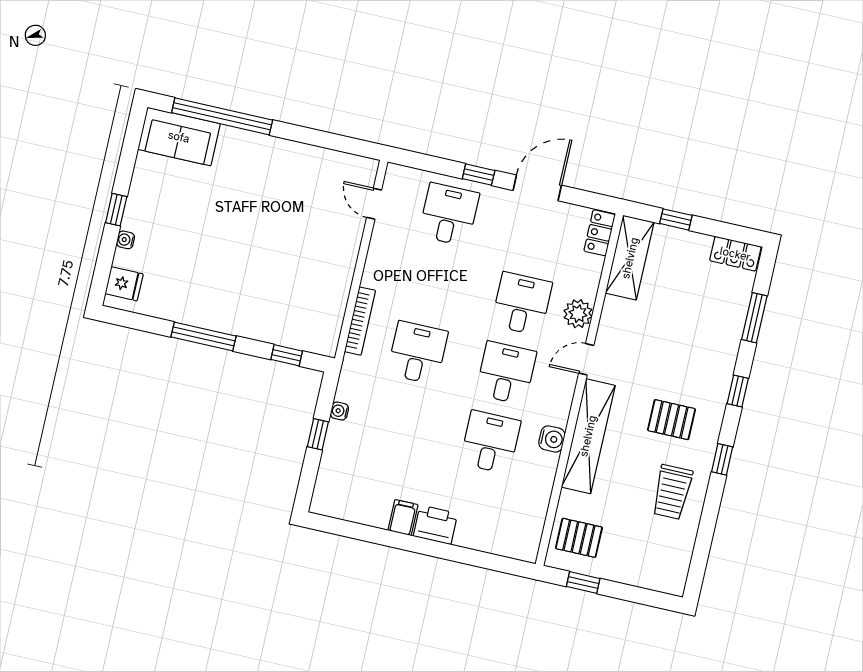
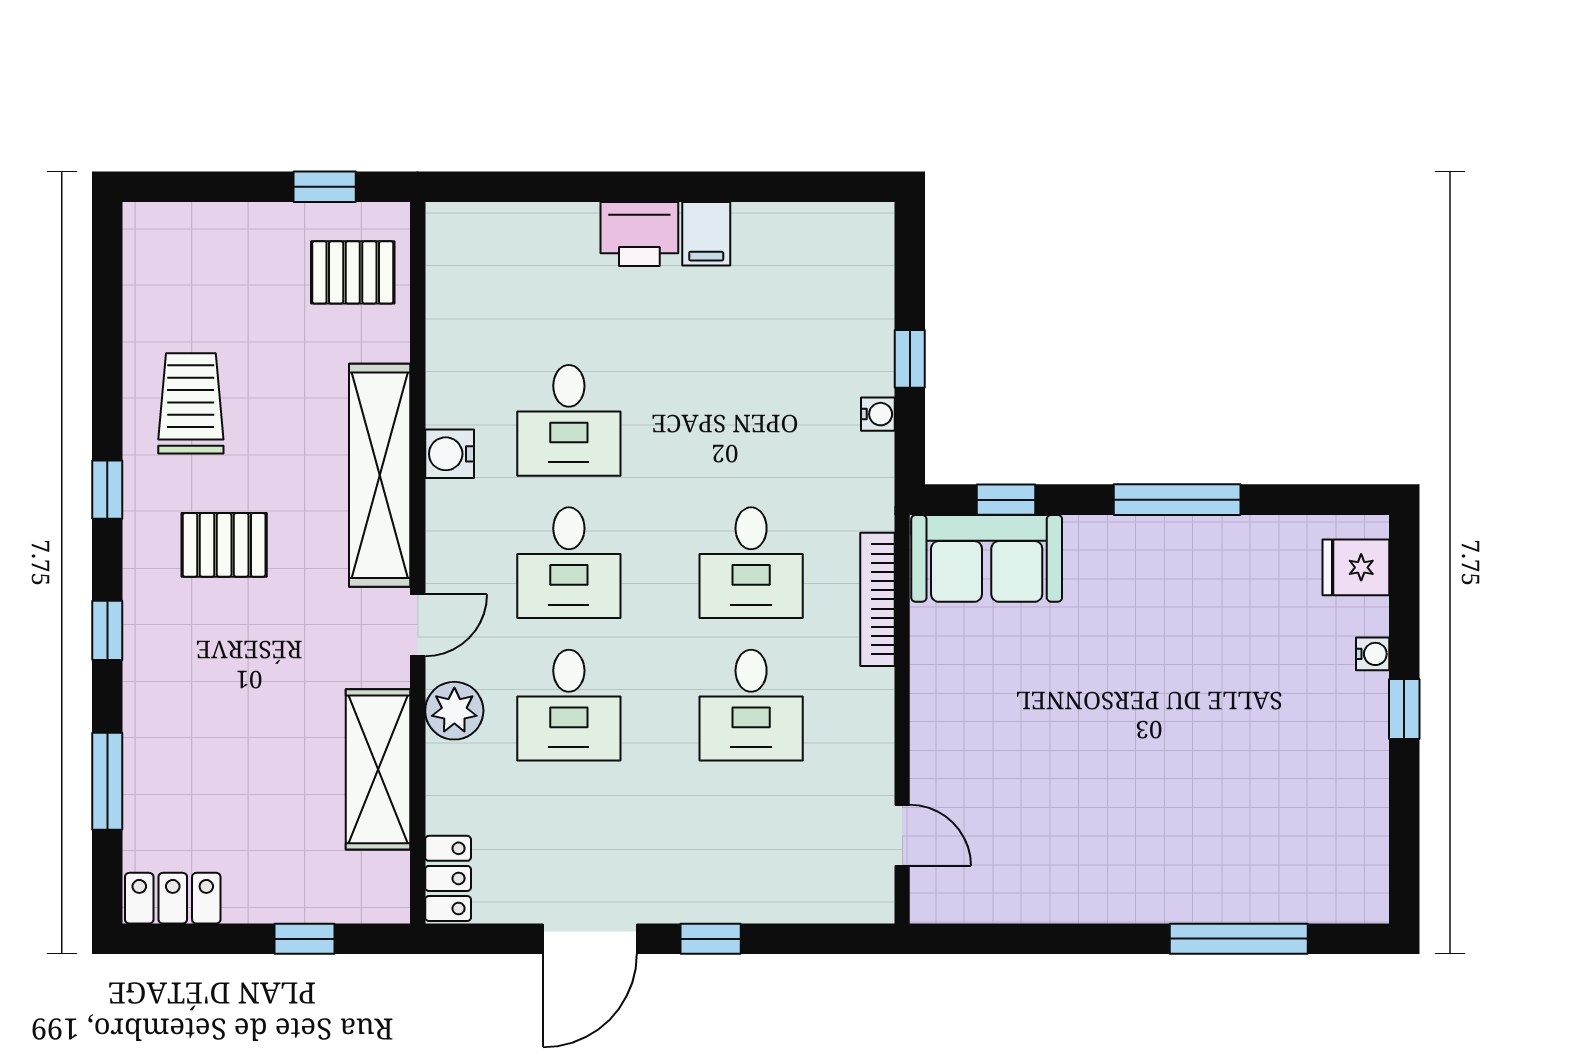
window: (222, 116) -> (1239, 939), width x0.68
sofa: (179, 137) -> (987, 558), moved, turned 180
desk: (449, 214) -> (751, 705), moved
shelving: (630, 258) -> (378, 769), moved

